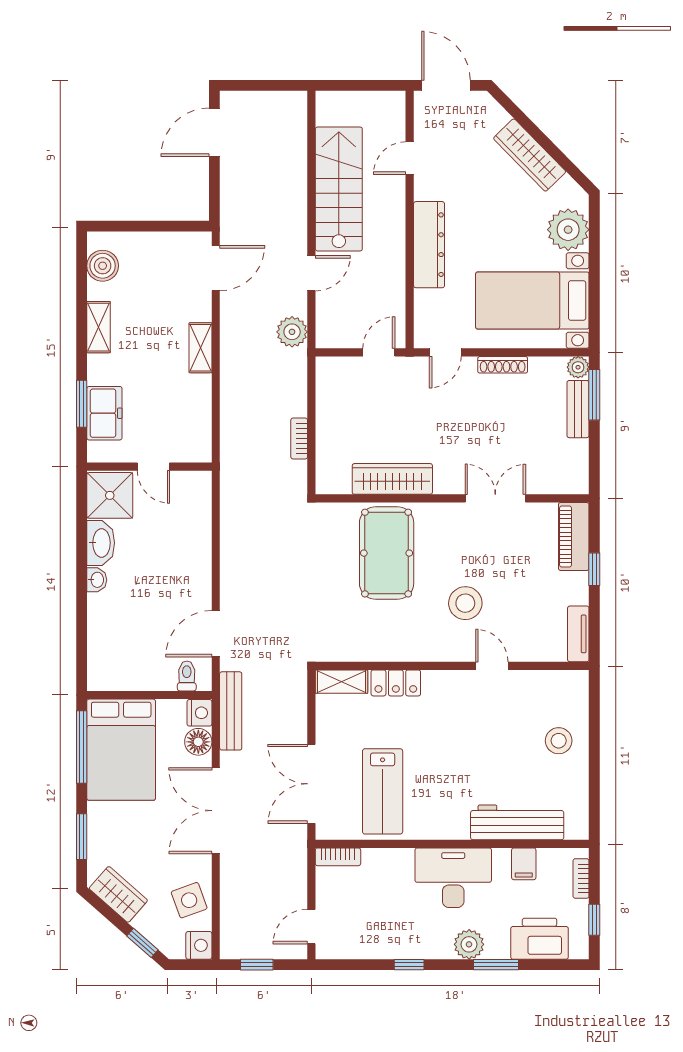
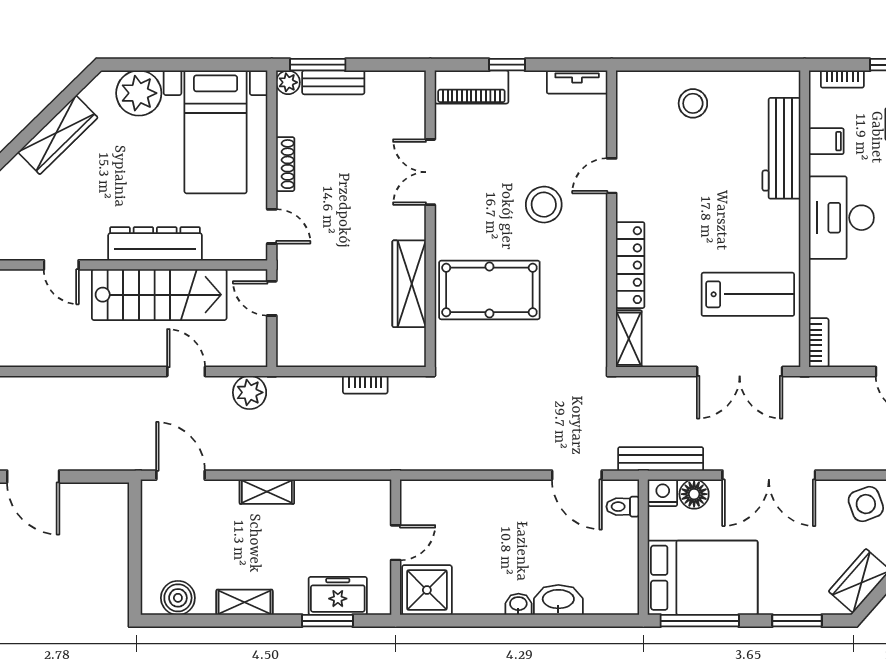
stairs: (339, 189) -> (159, 295), moved, turned 180
washbasin: (101, 543) -> (558, 600), moved
locker: (396, 683) -> (630, 265), width x1.53

